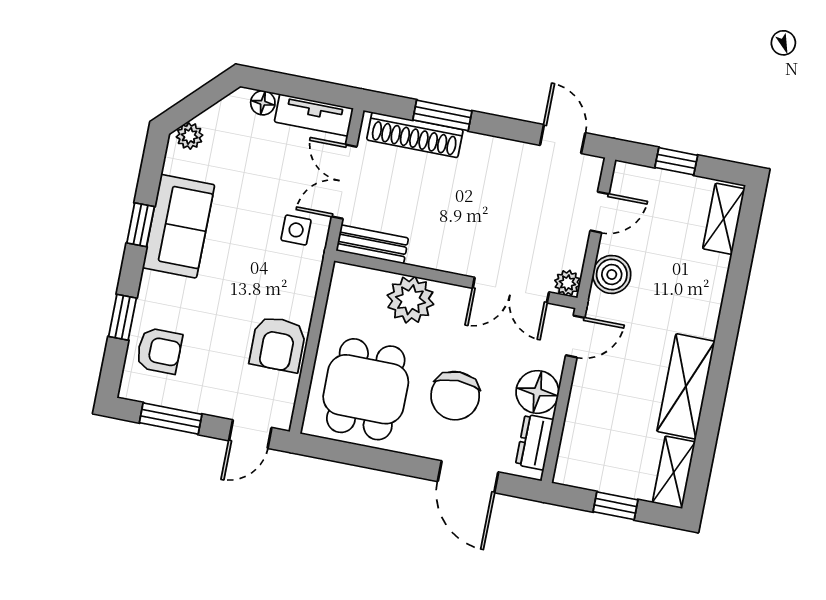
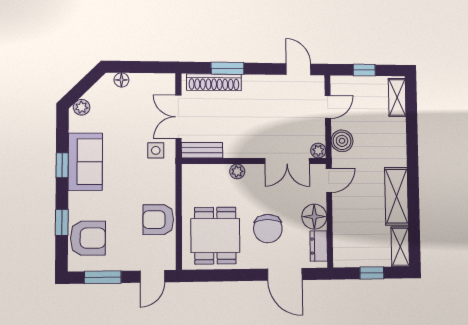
tv unit: (314, 115) -> (153, 82), removed
plant: (410, 300) -> (237, 171), width x0.53, depth x0.53
armchair: (278, 344) -> (158, 220), turned 90
armchair: (159, 351) -> (88, 238), width x1.38, depth x1.38

